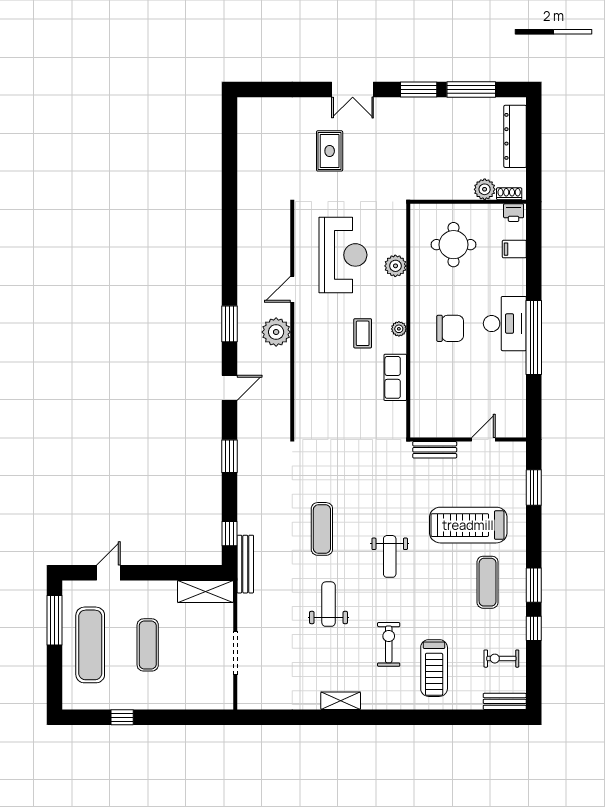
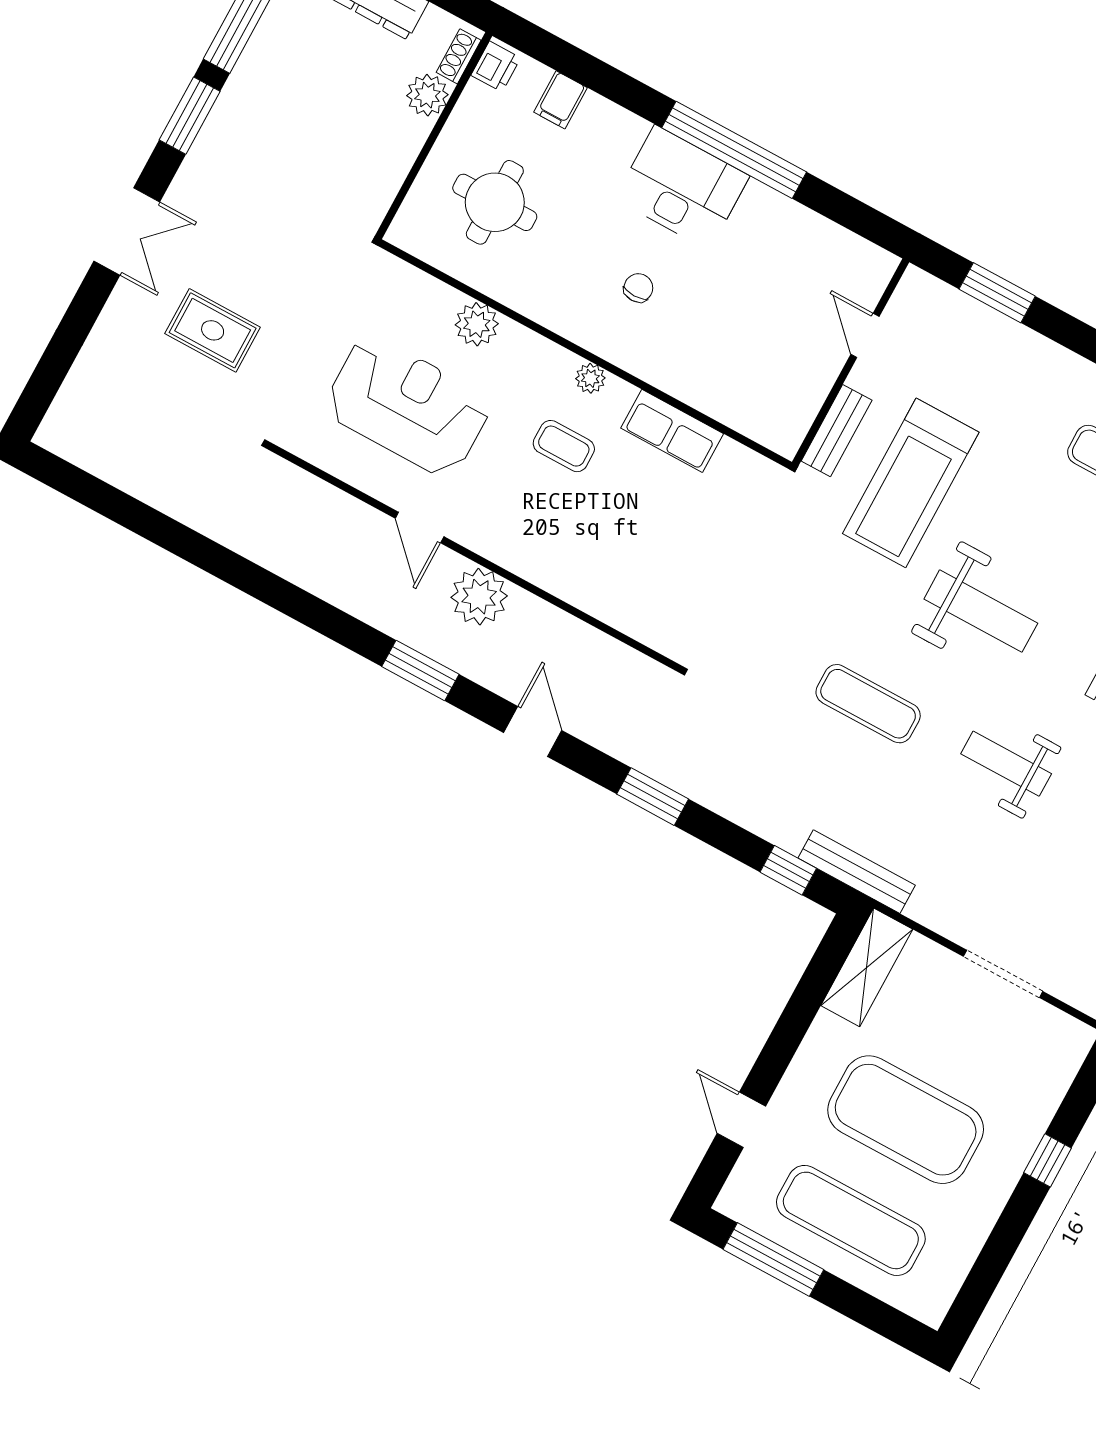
chair: (450, 328) -> (638, 288), width x0.54, depth x0.54
treadmill: (468, 525) -> (911, 483), moved
weight bench: (390, 556) -> (981, 611), width x1.36, depth x1.33
exercise mat: (148, 645) -> (906, 1120), width x2.00, depth x1.45
window: (122, 717) -> (1048, 1160), moved

